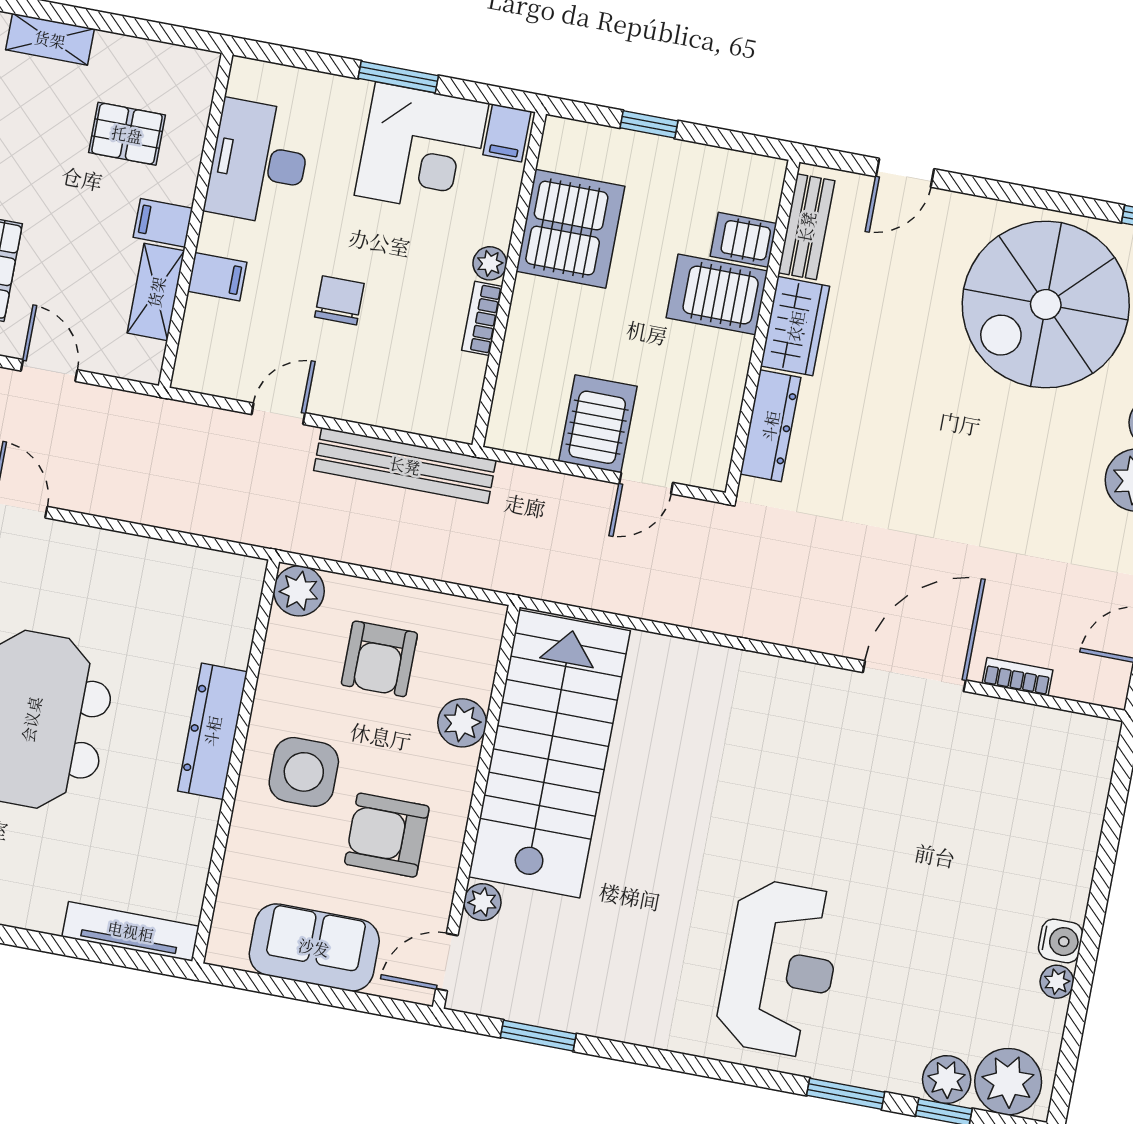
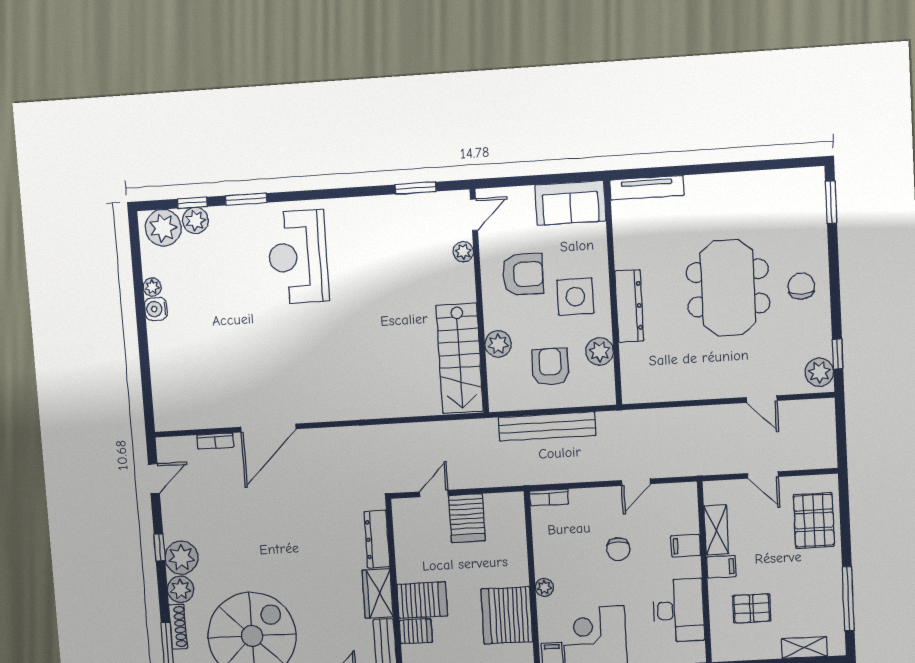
bookcase: (482, 318) -> (549, 497), moved, turned 90
bench: (405, 465) -> (547, 426), moved
plant: (299, 591) -> (600, 351), moved
stairs: (549, 754) -> (460, 358), width x0.73, depth x0.66
sofa: (314, 947) -> (570, 203), moved

